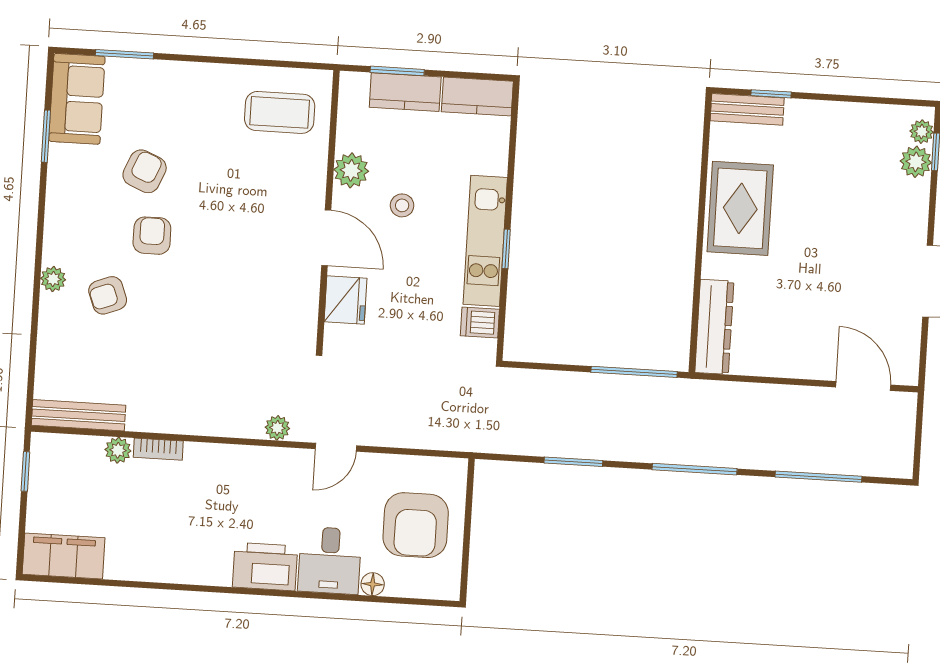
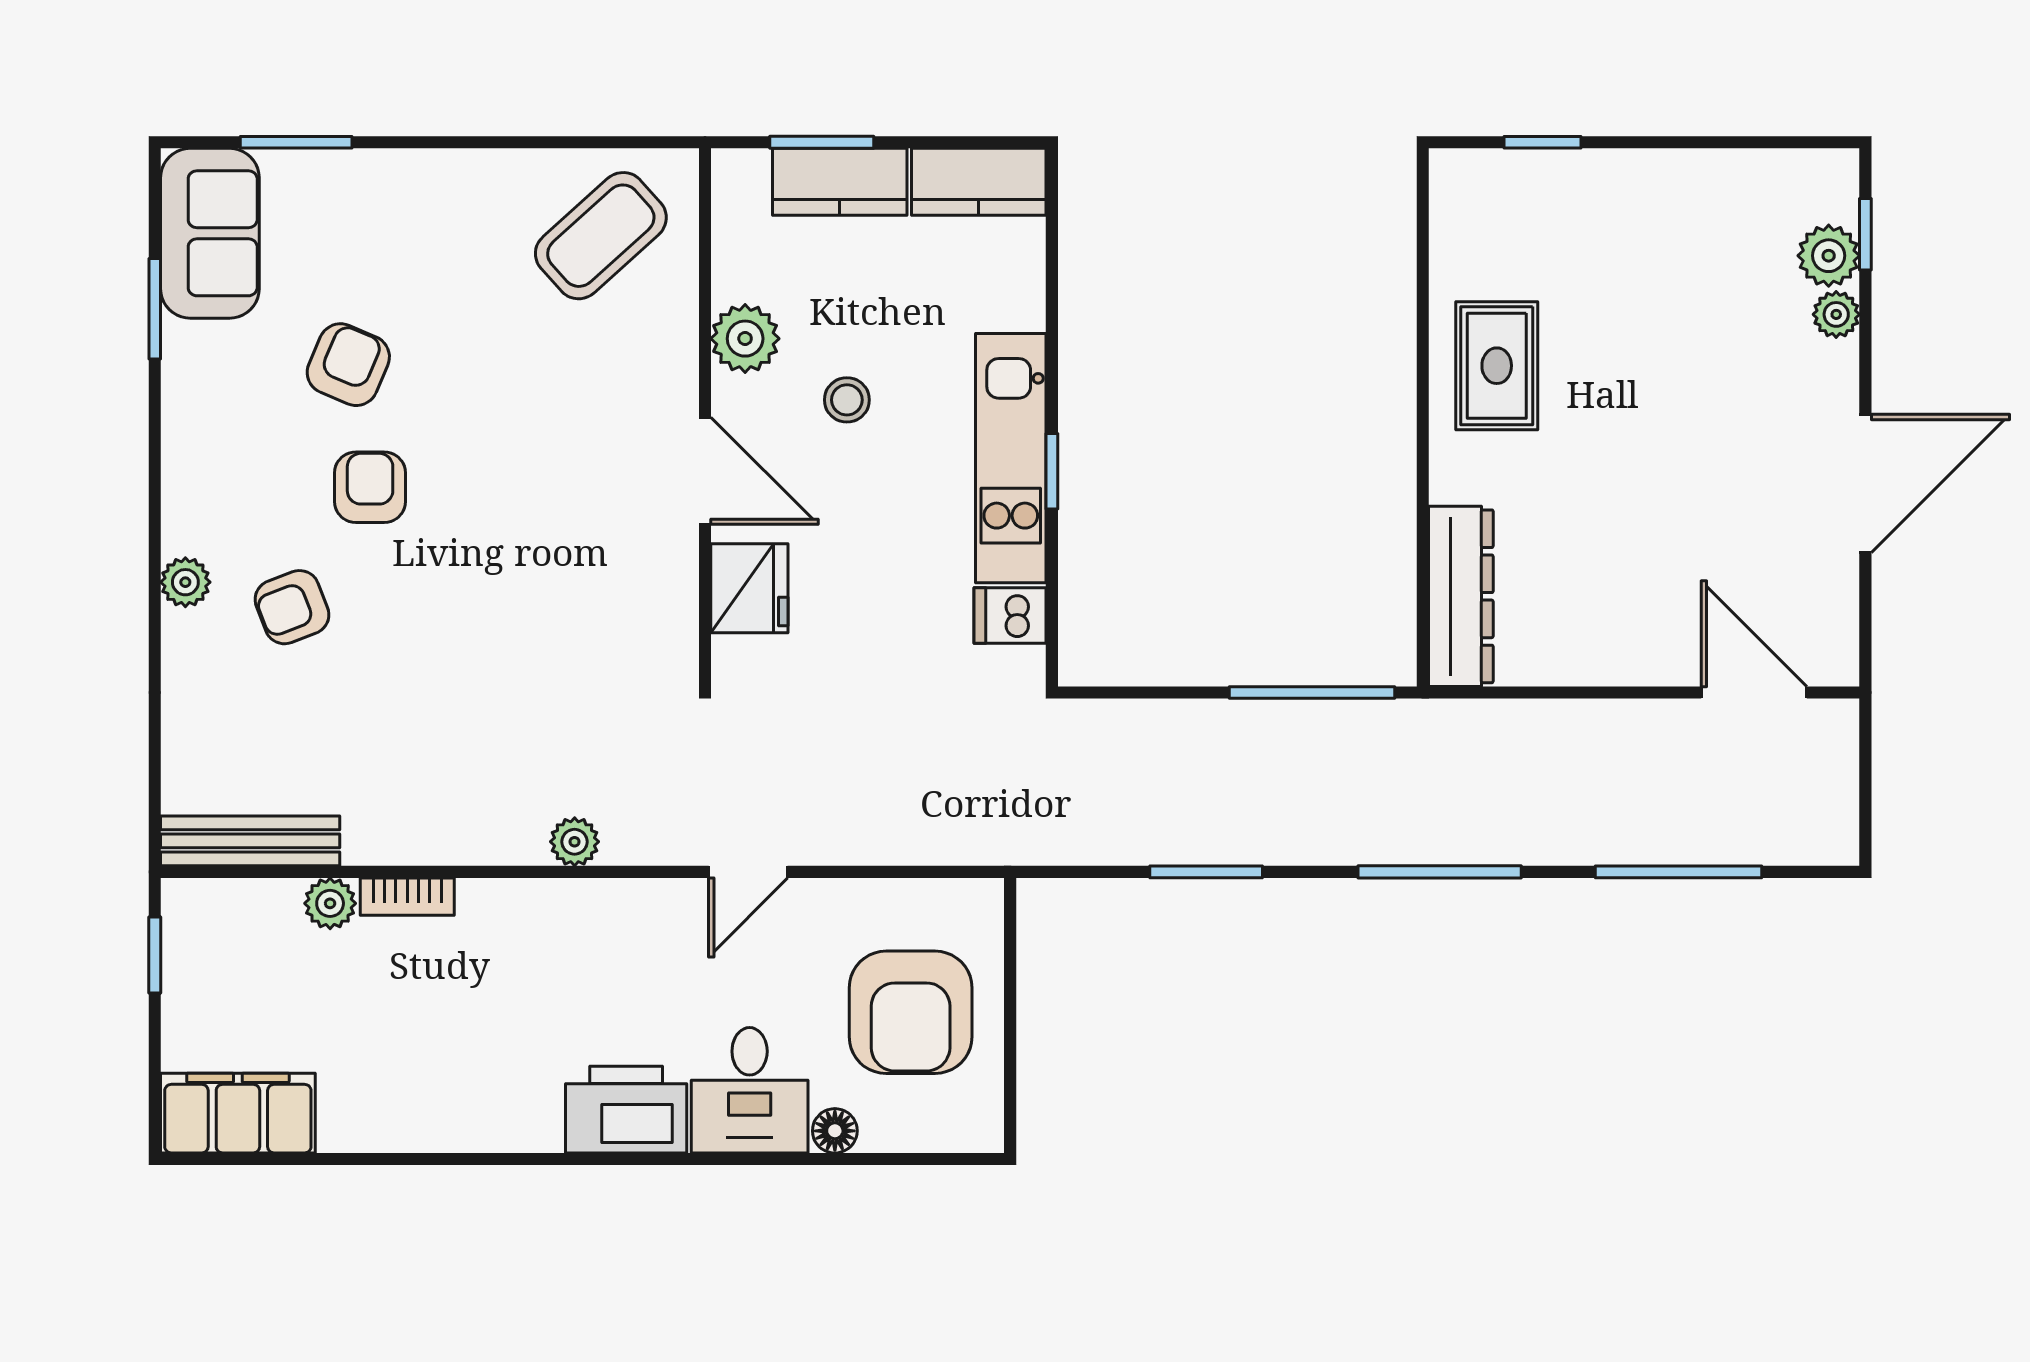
bench: (747, 109) -> (1498, 175), removed
coffee table: (280, 112) -> (601, 236), turned -42
plant: (922, 132) -> (1836, 314), moved
rug: (740, 208) -> (1497, 366), width x0.73, depth x0.70
plant: (277, 428) -> (575, 842), moved

